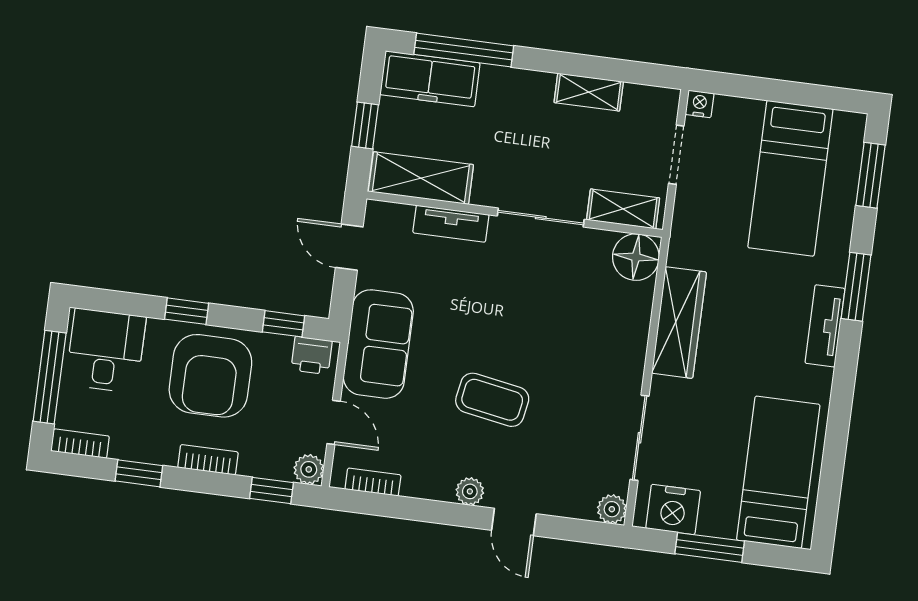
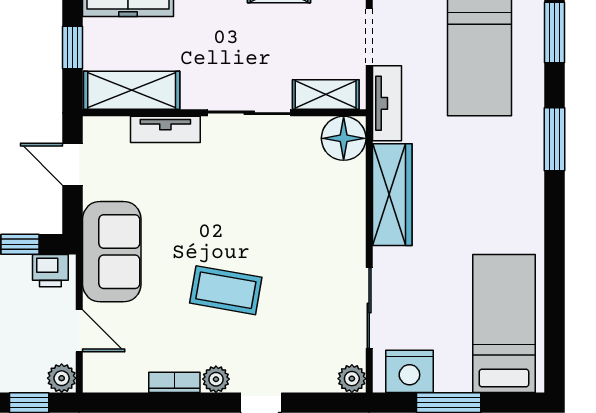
tv unit: (825, 326) -> (387, 103), moved, turned 180
bookcase: (373, 482) -> (174, 382), moved

